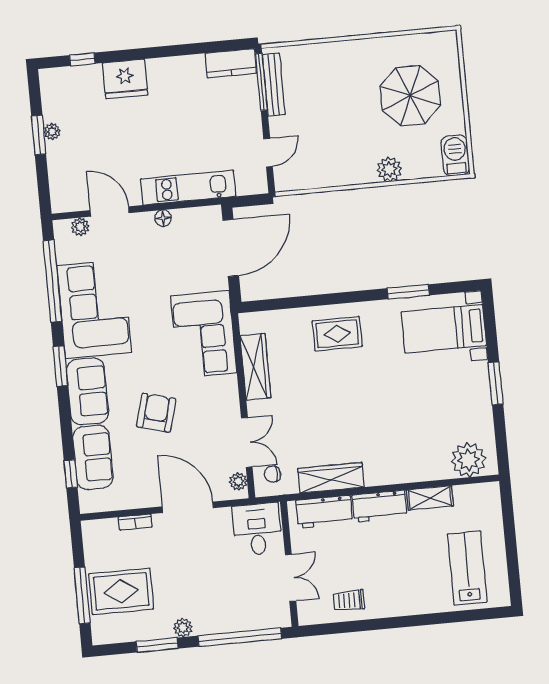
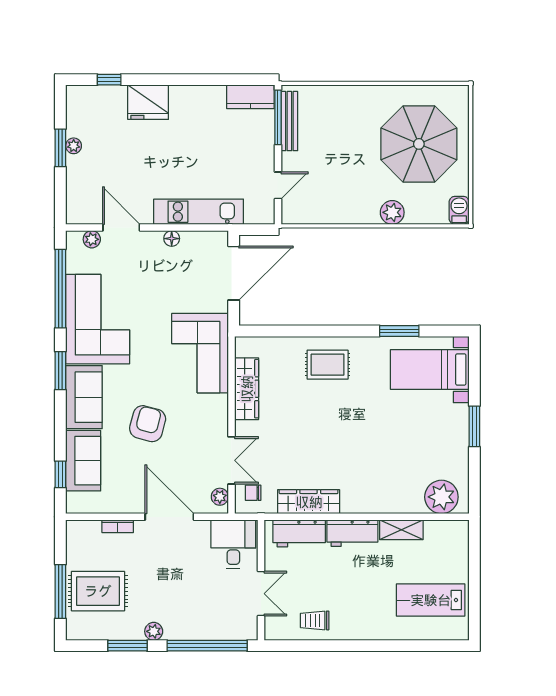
parasol: (410, 96) -> (419, 144), width x1.36, depth x1.36
barbecue: (455, 155) -> (459, 210), width x0.73, depth x0.79
lab bench: (467, 568) -> (431, 600), turned -90

